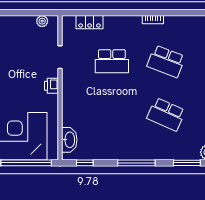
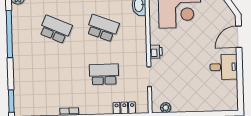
school desk: (166, 61) -> (103, 28), moved

